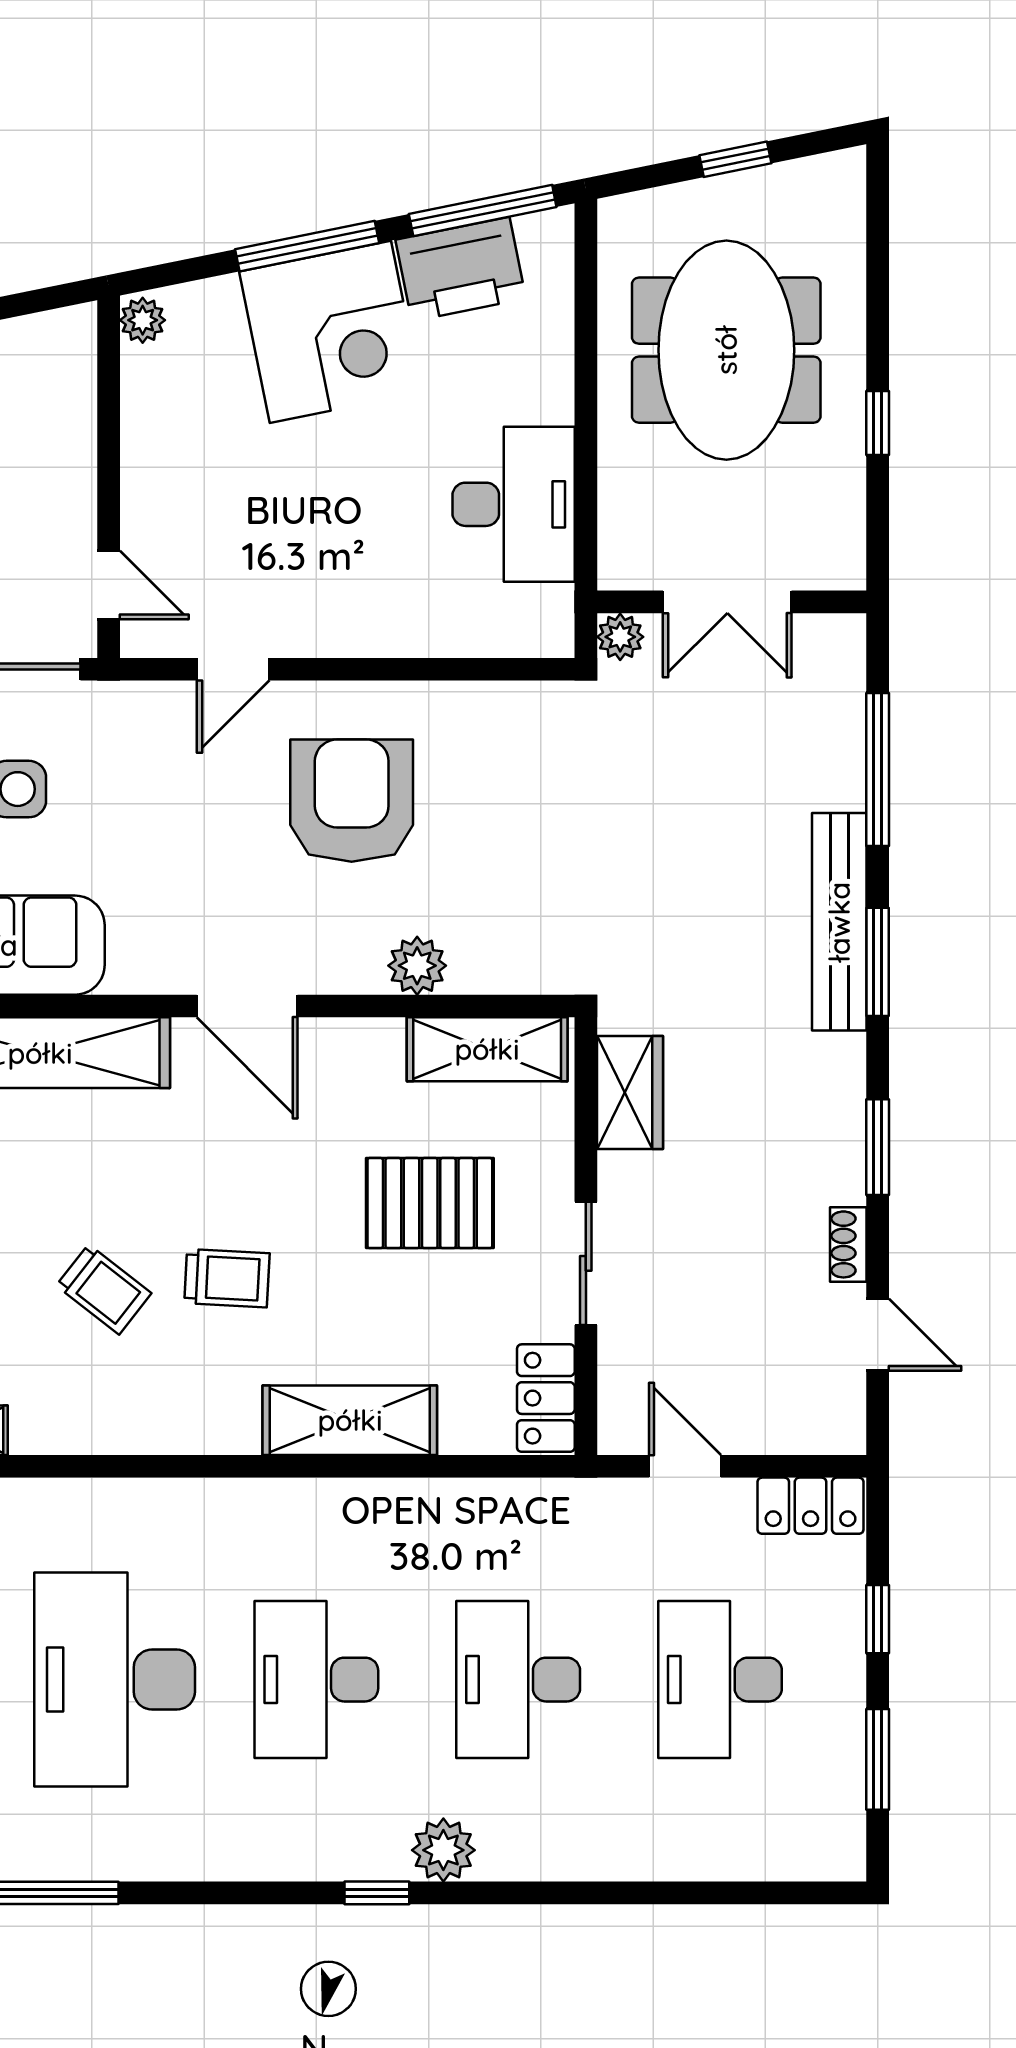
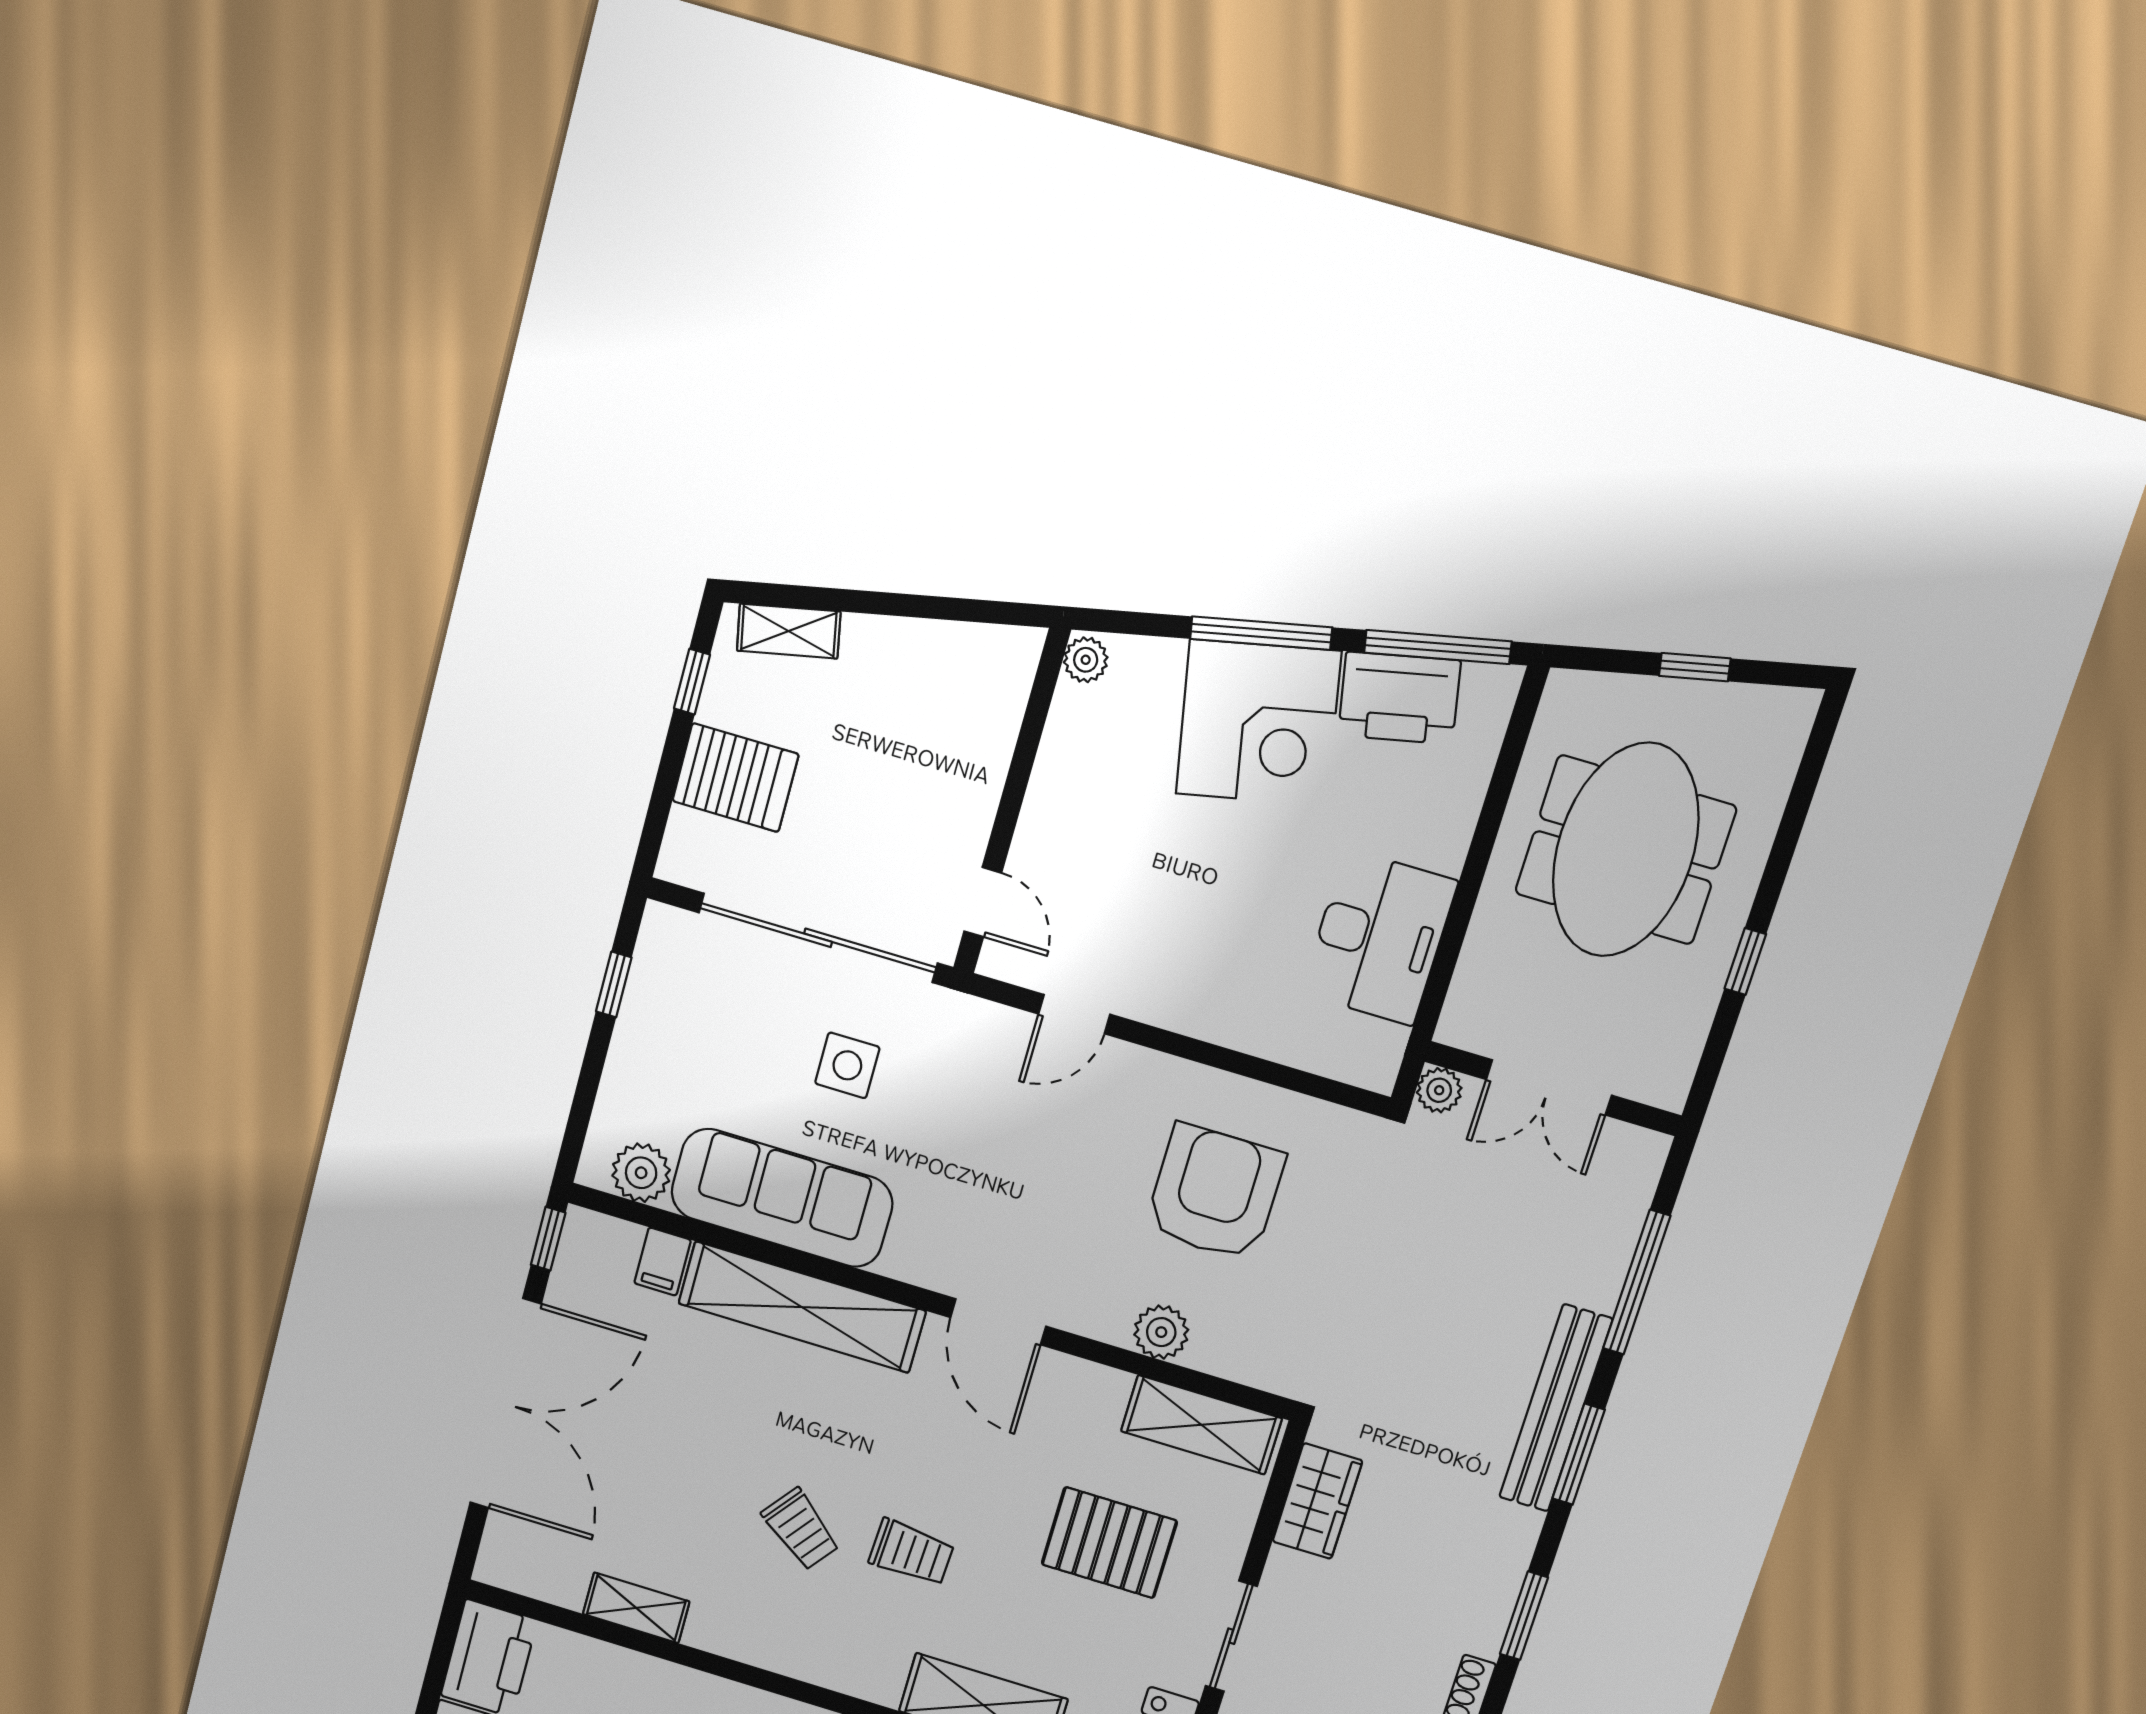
armchair: (352, 801) -> (1215, 1193), moved

